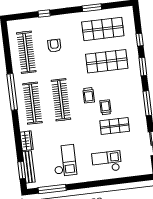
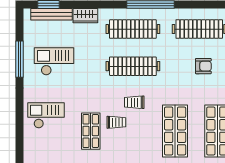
checkout: (65, 161) -> (54, 61), turned 180
checkout: (107, 162) -> (46, 115), turned -90
window: (52, 189) -> (19, 59), moved

